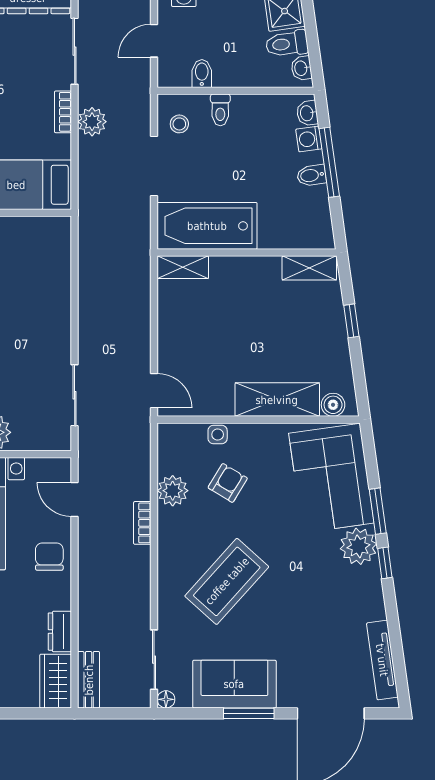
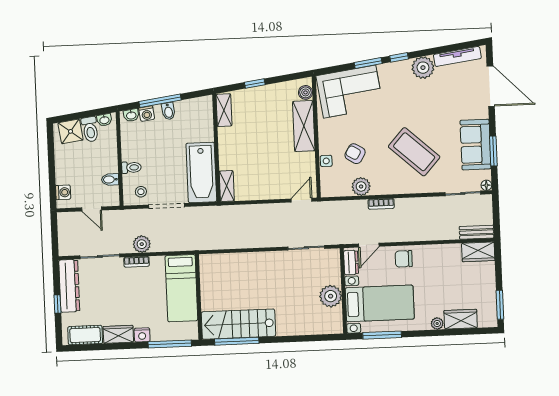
plant: (358, 546) -> (423, 68), moved
dresser: (60, 632) -> (351, 262), moved, turned -90
window: (249, 713) -> (493, 151), moved

